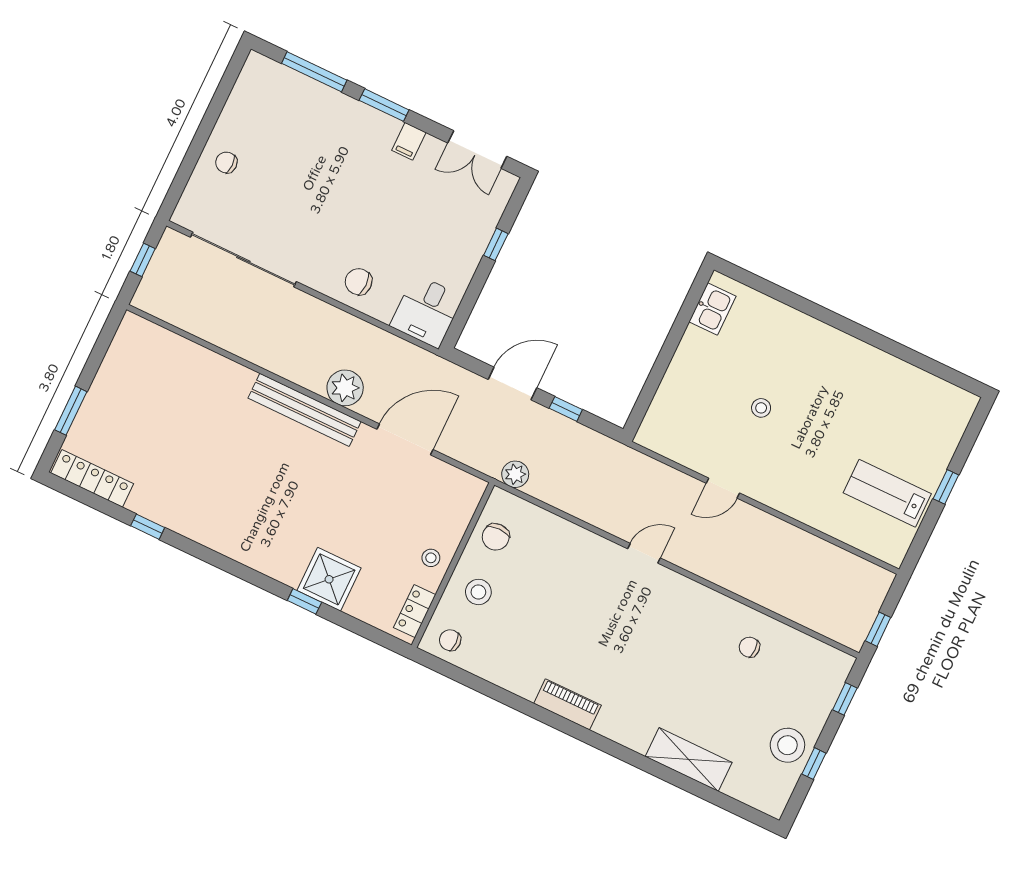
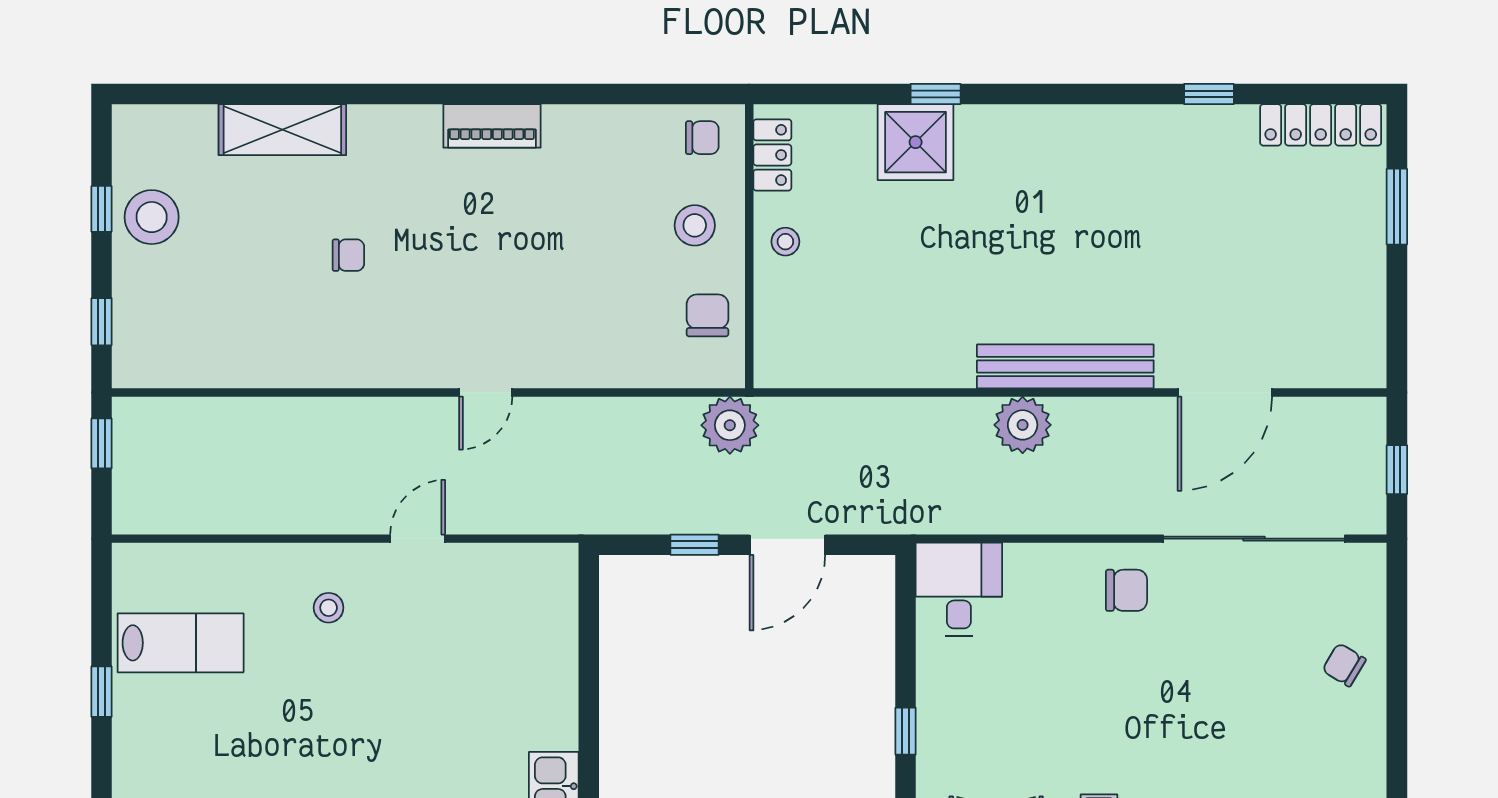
chair: (226, 162) -> (1344, 665), turned -149
chair: (359, 282) -> (1126, 590), moved
stool: (761, 408) -> (329, 608), moved
door: (405, 439) -> (1225, 392), moved
plant: (515, 474) -> (730, 425), width x1.36, depth x1.36
chair: (749, 647) -> (348, 255), moved

